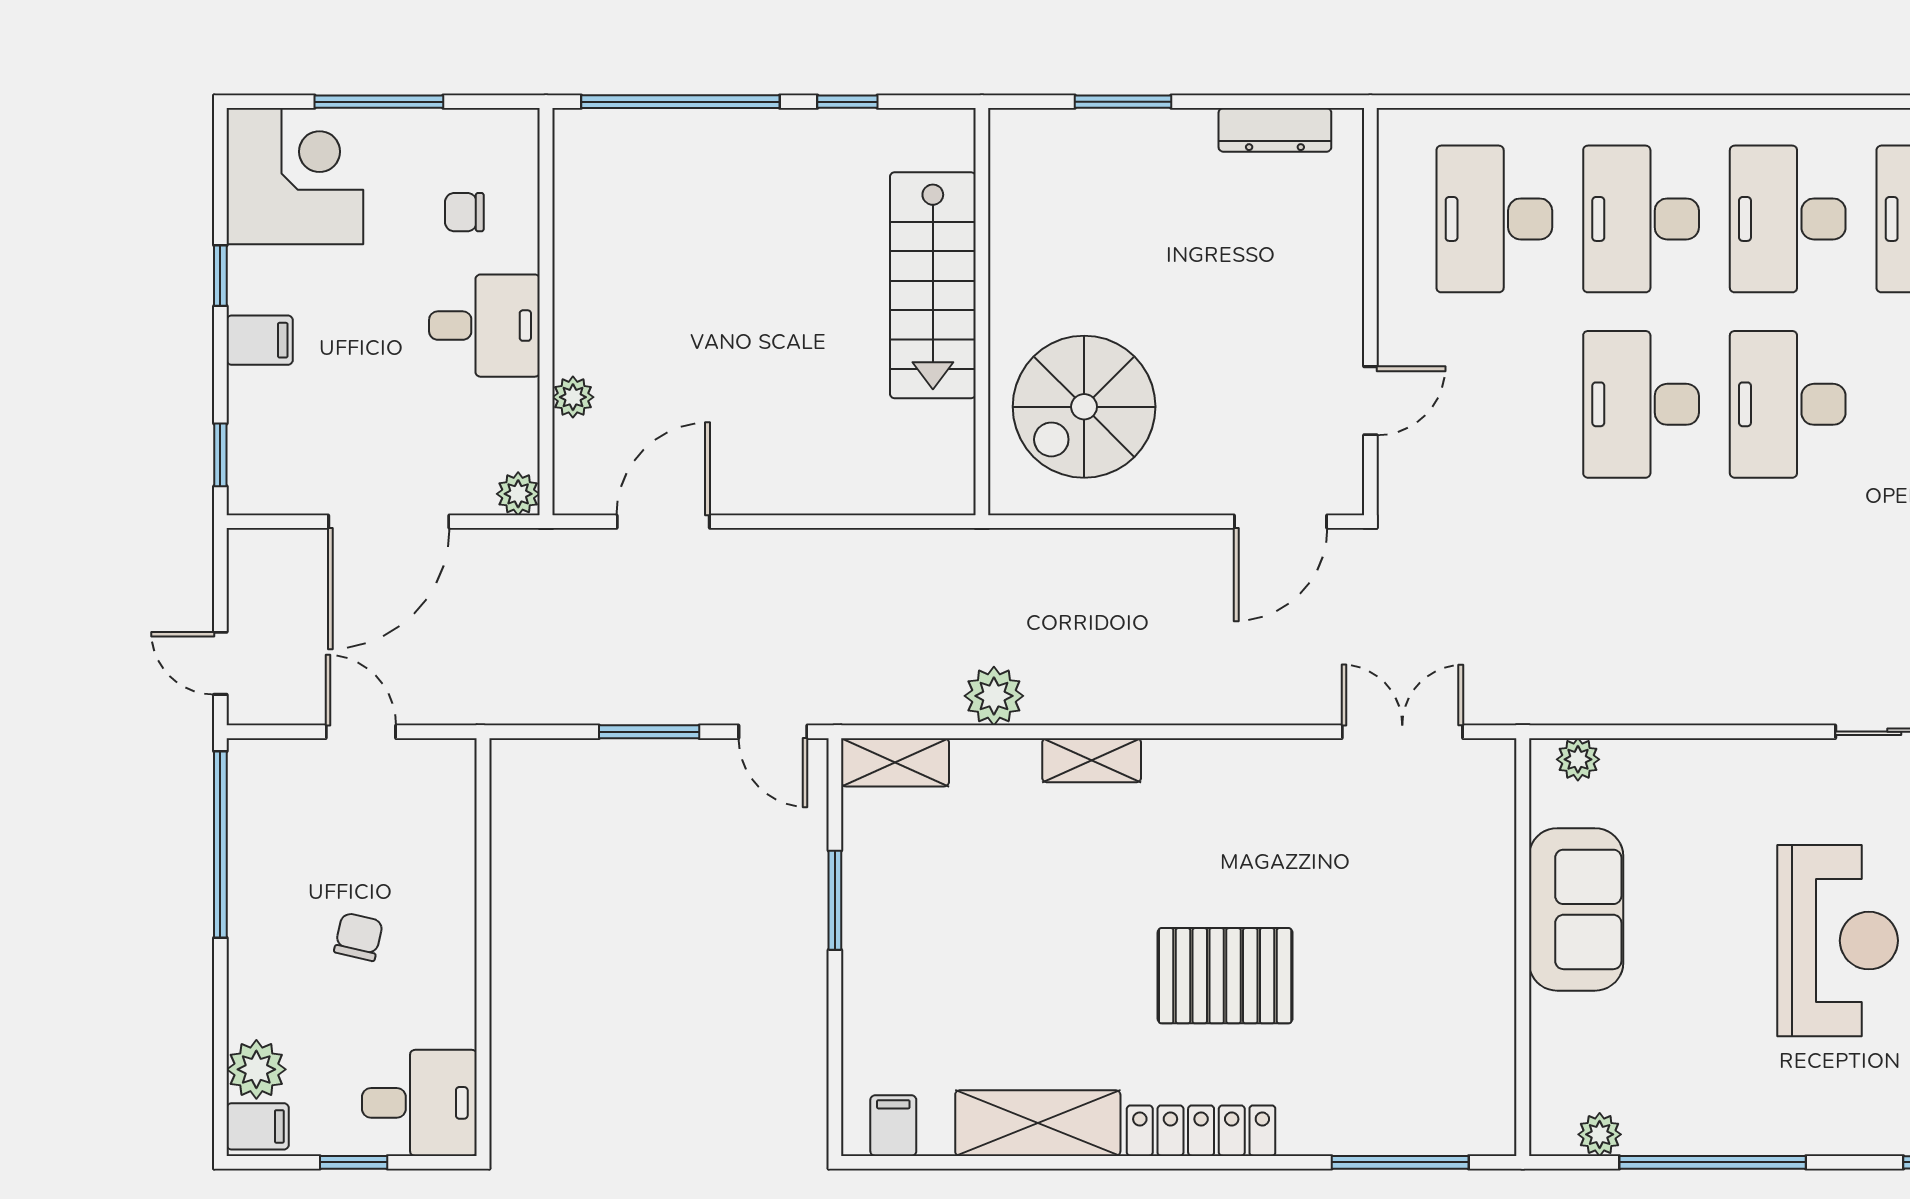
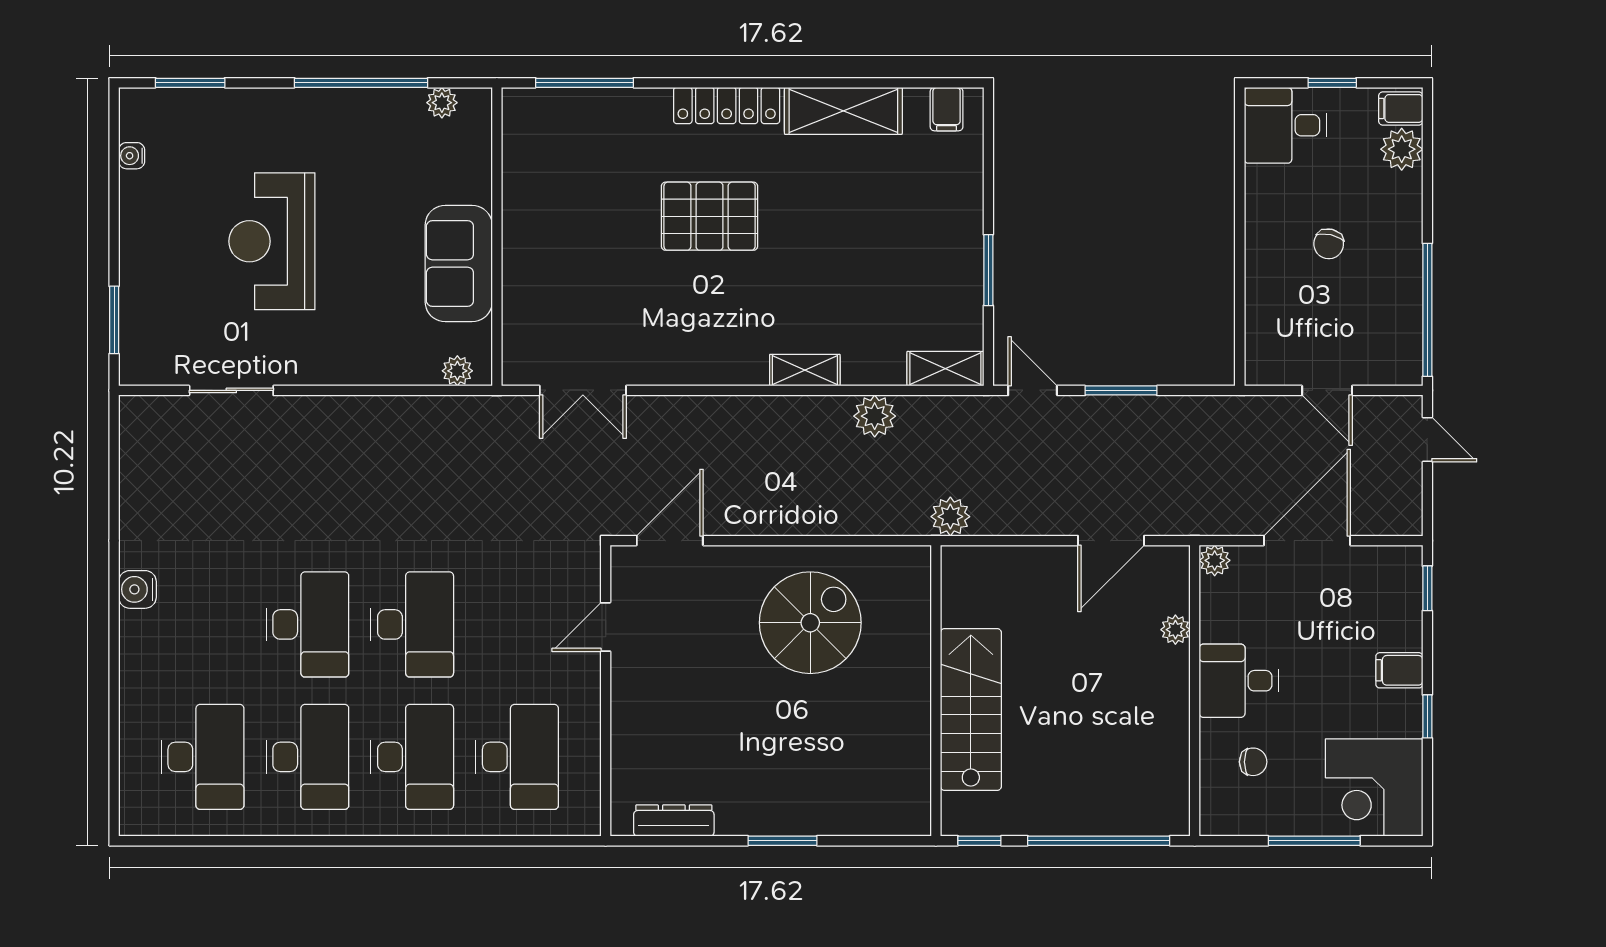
stairs: (933, 285) -> (971, 710), moved
wall: (982, 312) -> (936, 691), moved
plant: (888, 555) -> (950, 517), added

